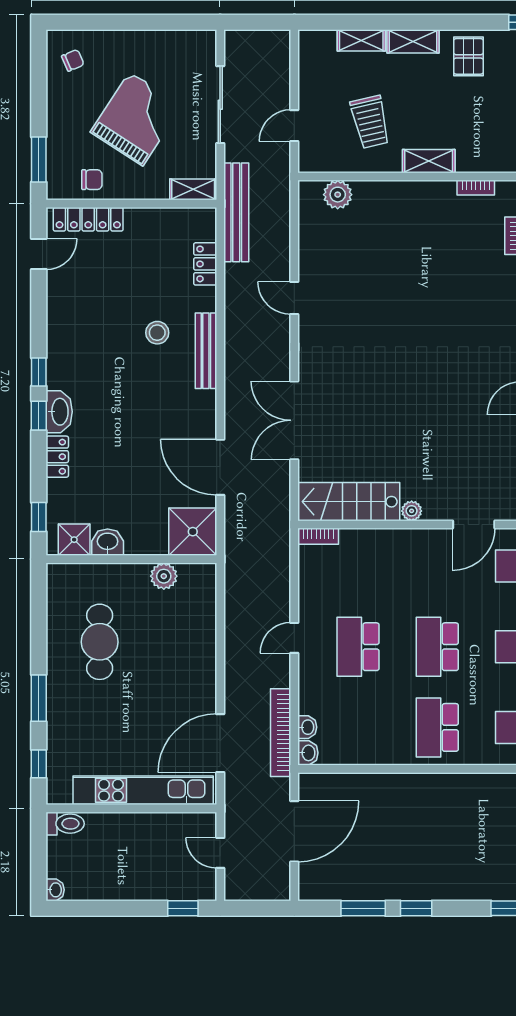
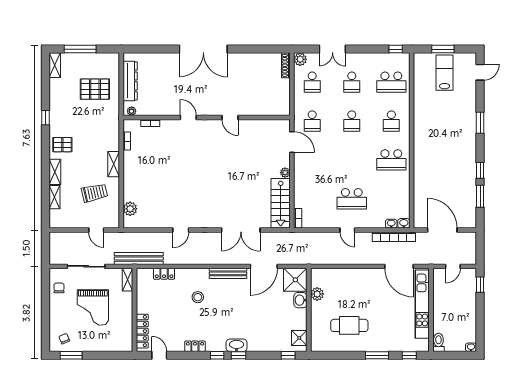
grand piano: (136, 119) -> (93, 308), turned -123
window: (39, 160) -> (71, 355), moved
chair: (92, 180) -> (59, 288), moved
bench: (206, 351) -> (228, 273), moved
locker: (57, 457) -> (195, 346), moved
washbasin: (108, 542) -> (300, 300), moved
school desk: (437, 647) -> (352, 160), removed

